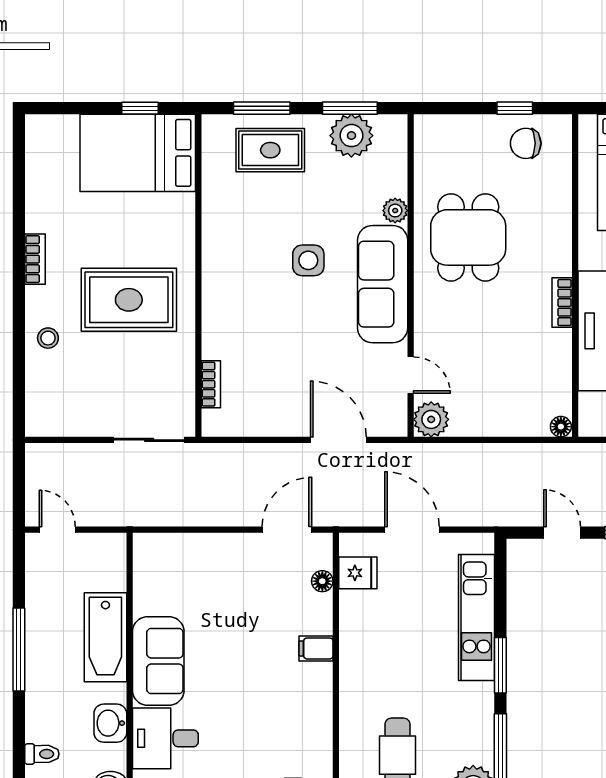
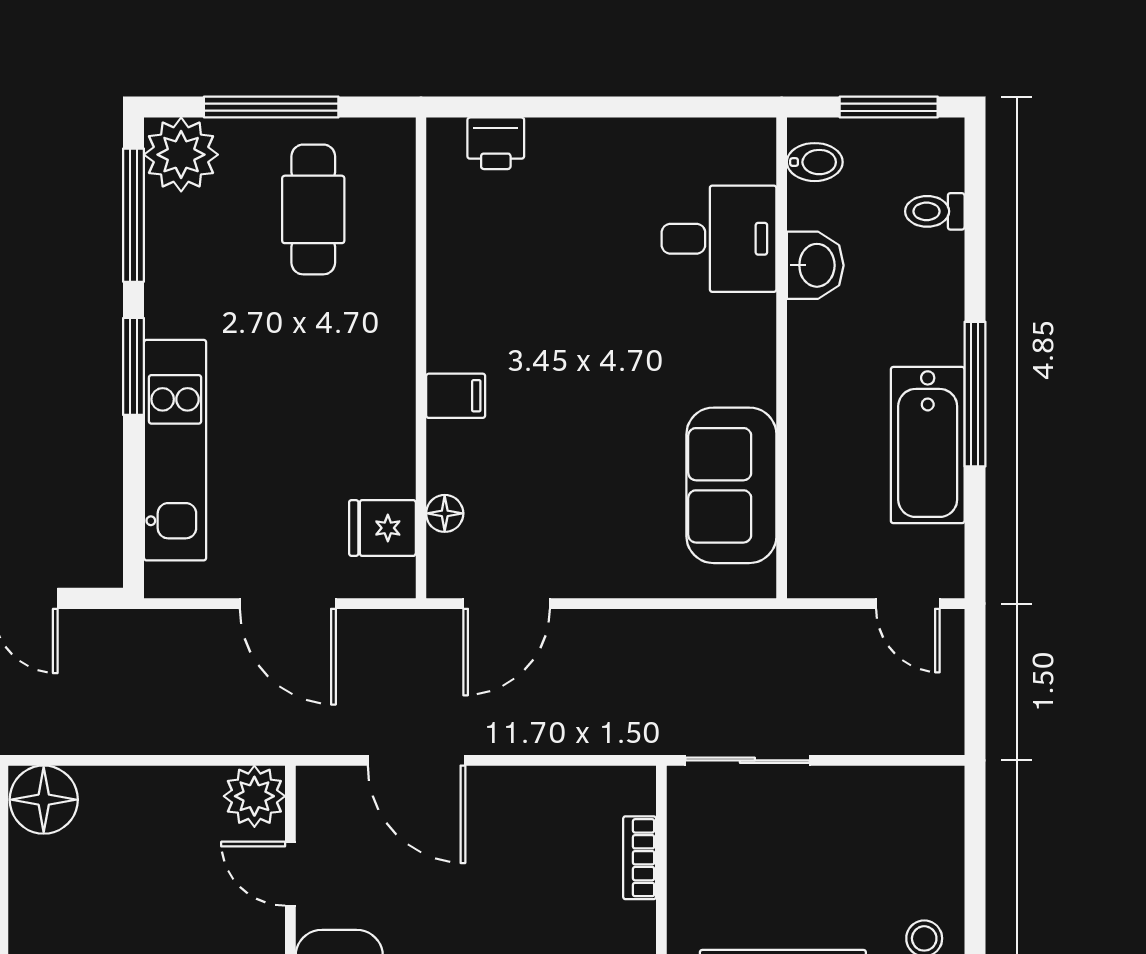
floor lamp: (561, 427) -> (44, 800), width x1.89, depth x1.89
bathtub: (105, 637) -> (928, 445), moved, turned 180
sofa: (158, 661) -> (731, 485), moved

